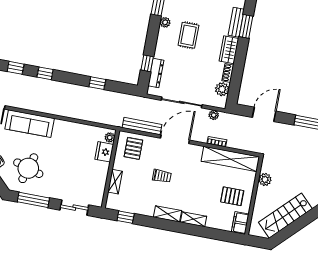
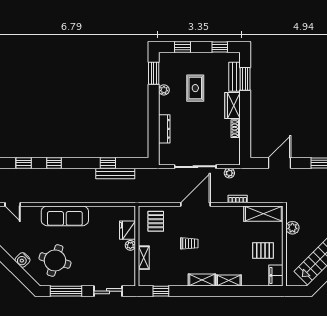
rug: (188, 35) -> (195, 88), moved
window: (147, 63) -> (154, 134), removed
dresser: (156, 73) -> (164, 129), moved
plant: (222, 89) -> (233, 146), removed
sofa: (30, 124) -> (65, 216), moved
bench: (142, 126) -> (115, 173), moved
plant: (110, 137) -> (130, 245), moved
shelving: (230, 159) -> (263, 214), width x0.68

